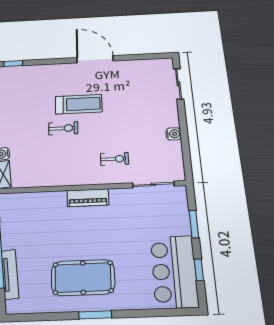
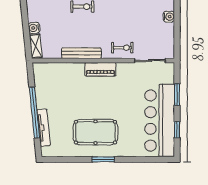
exercise bike: (114, 159) -> (122, 48), moved
bench: (62, 180) -> (81, 53), added
bar counter: (174, 271) -> (160, 121), width x1.36

